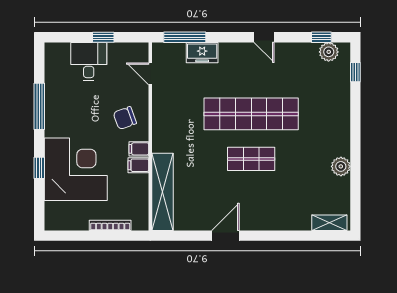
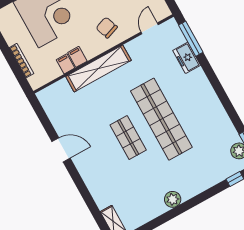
door: (264, 37) -> (223, 97), removed
filing cabinet: (139, 149) -> (66, 64), moved
plant: (341, 166) -> (173, 199), moved
shelving: (162, 192) -> (98, 68), moved

